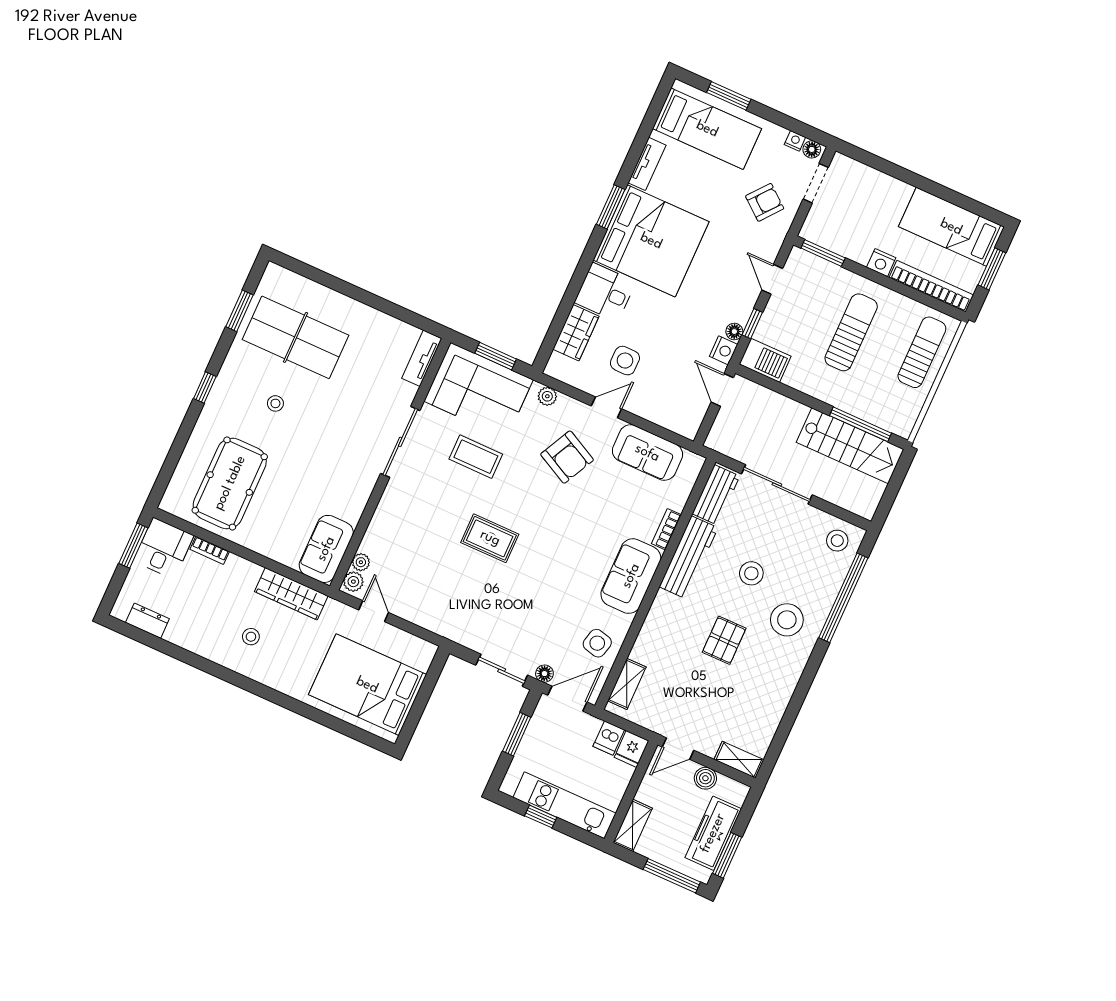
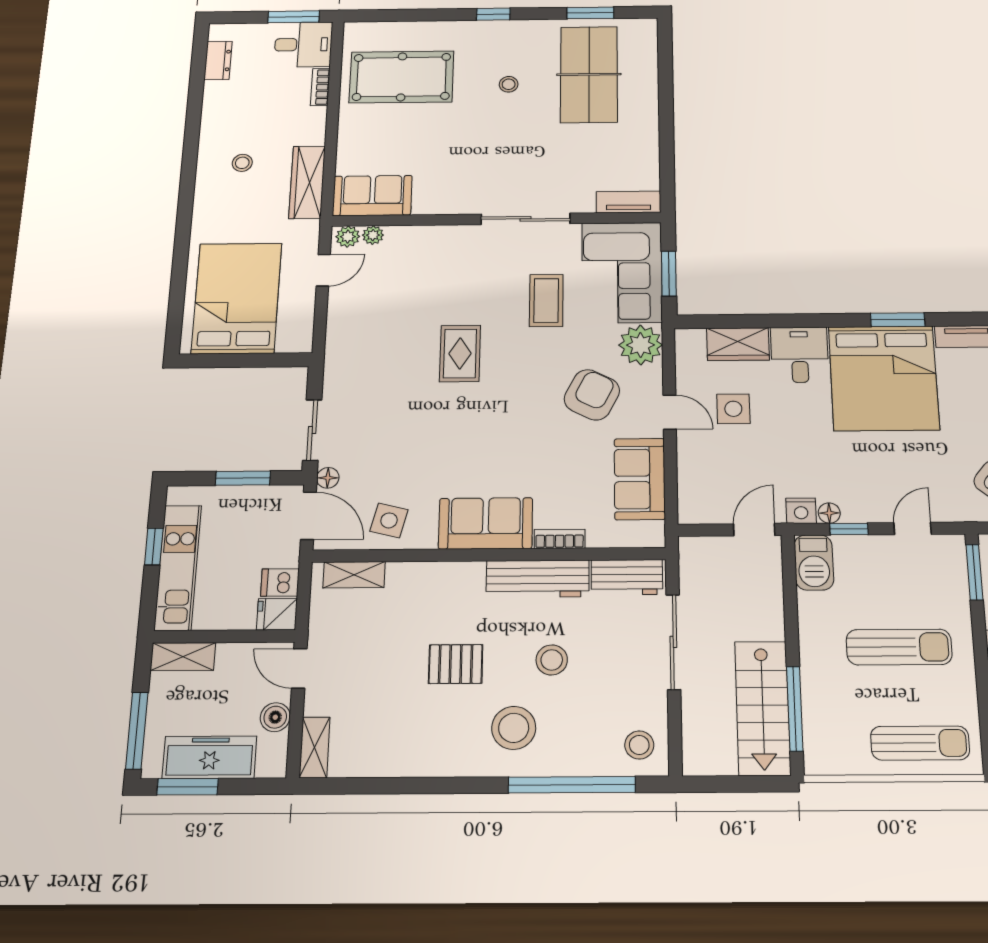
plant: (547, 396) -> (641, 345), width x1.88, depth x1.88
armchair: (567, 457) -> (592, 395), turned 180

